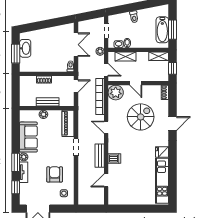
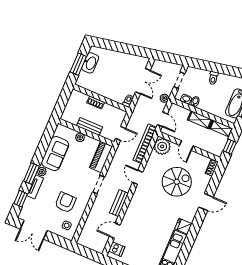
shelving: (125, 57) -> (200, 120), moved
door: (76, 86) -> (120, 133), moved
dishwasher: (114, 158) -> (117, 249), moved

